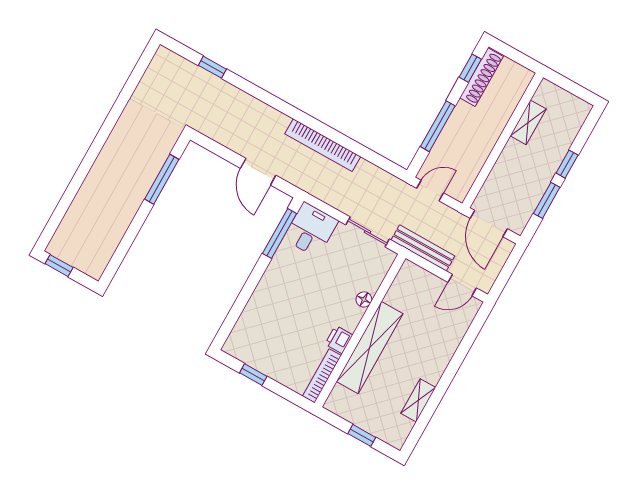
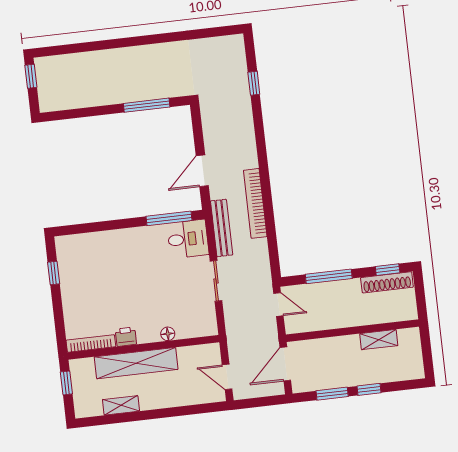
bench: (423, 248) -> (222, 228), moved
floor lamp: (364, 299) -> (168, 334), moved
wall: (360, 331) -> (143, 347), moved
printer: (339, 340) -> (126, 337), moved
shelving: (370, 348) -> (136, 363), moved
bookcase: (322, 376) -> (91, 343), moved

